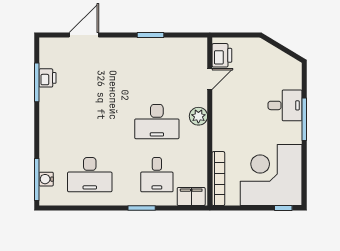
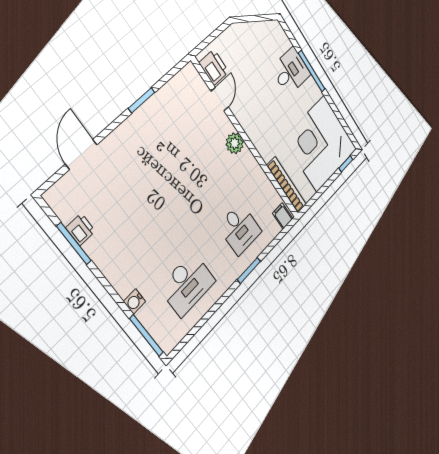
desk: (157, 122) -> (206, 180), removed
water cooler: (46, 179) -> (135, 301), moved
filing cabinet: (191, 197) -> (283, 216), width x0.50

